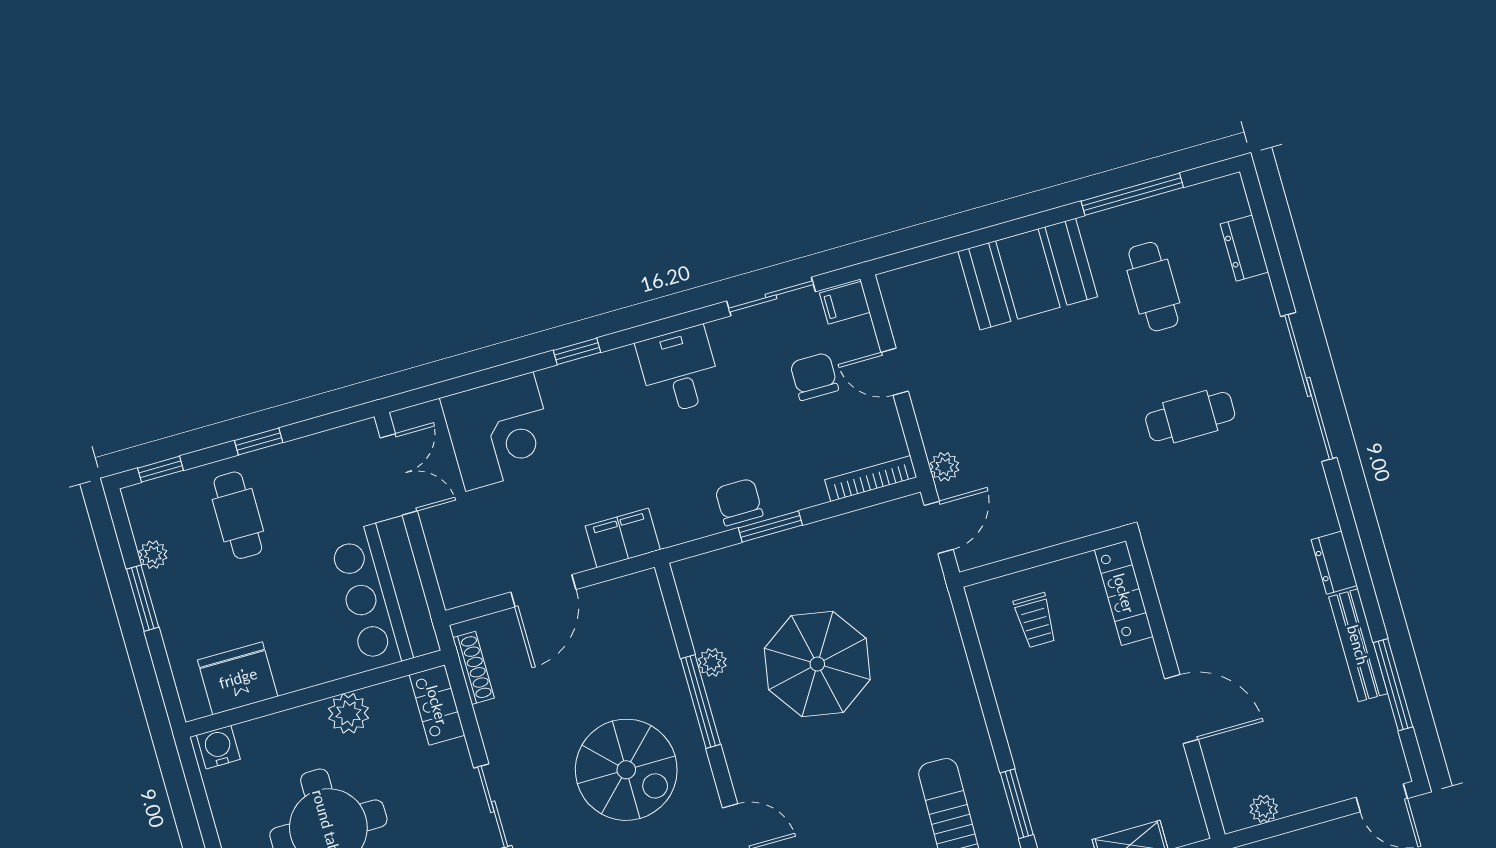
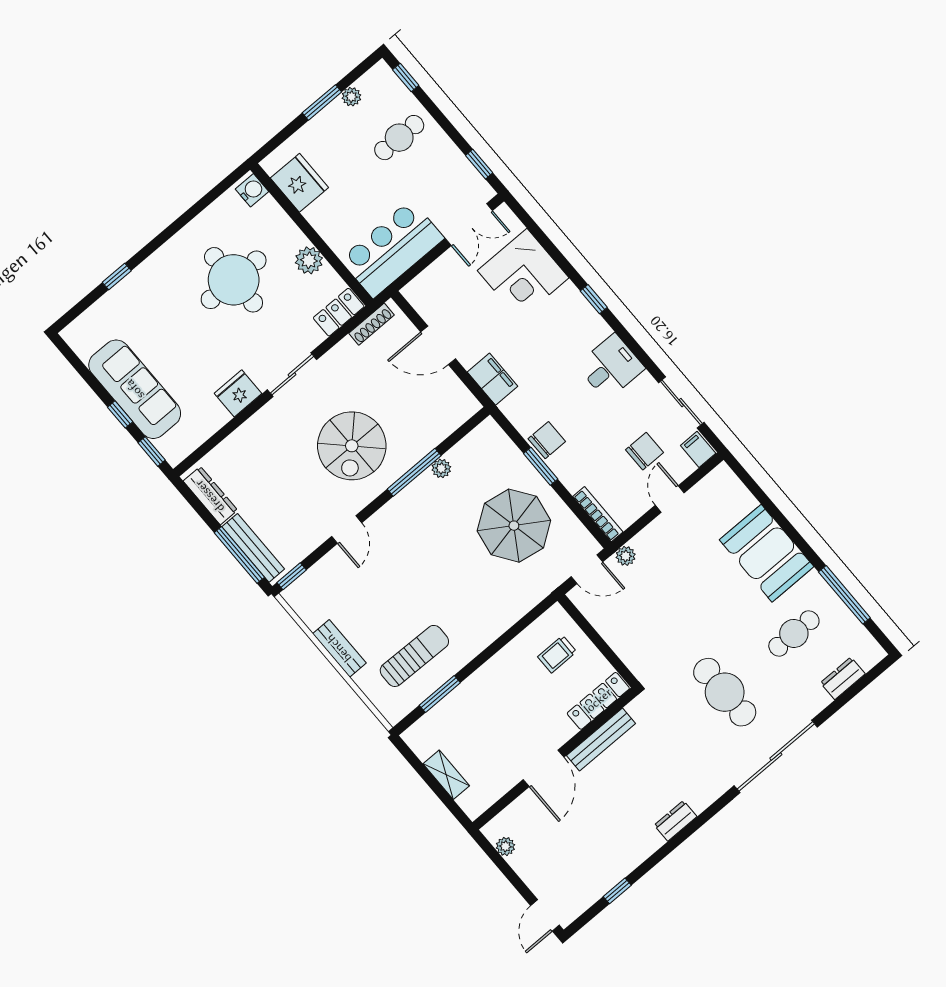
cafe table: (1190, 417) -> (725, 692), width x1.37, depth x1.35
window: (259, 441) -> (479, 164), moved
bench: (1358, 645) -> (601, 740), moved
parasol: (817, 664) -> (514, 526), moved
window: (1393, 685) -> (617, 891), width x0.46

